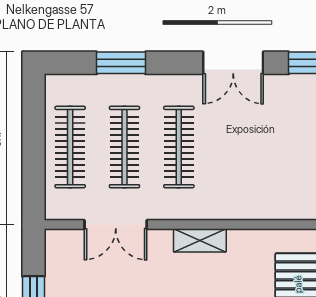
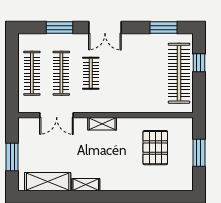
double door: (233, 63) -> (105, 28), moved
clothes rail: (179, 147) -> (91, 73), width x0.73

